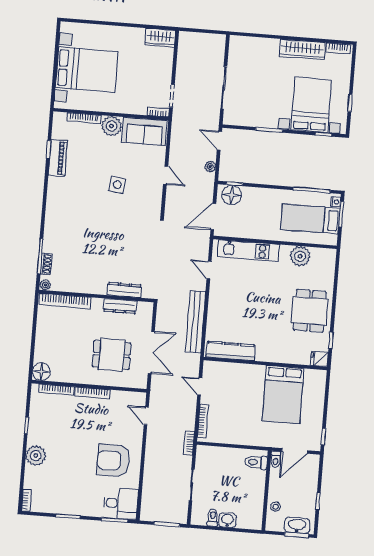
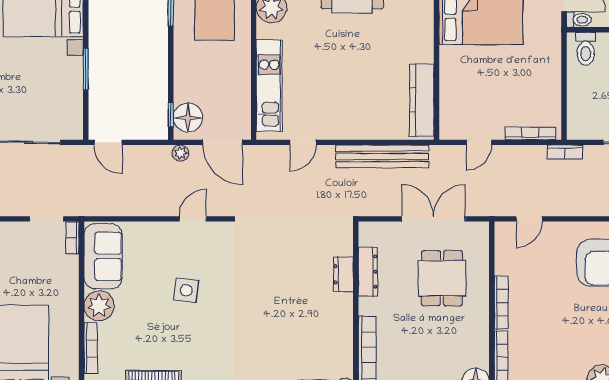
door: (219, 141) -> (108, 142), hinge flipped
plant: (210, 167) -> (180, 153), moved
door: (166, 175) -> (193, 219), moved
dresser: (124, 290) -> (343, 274), width x0.70

